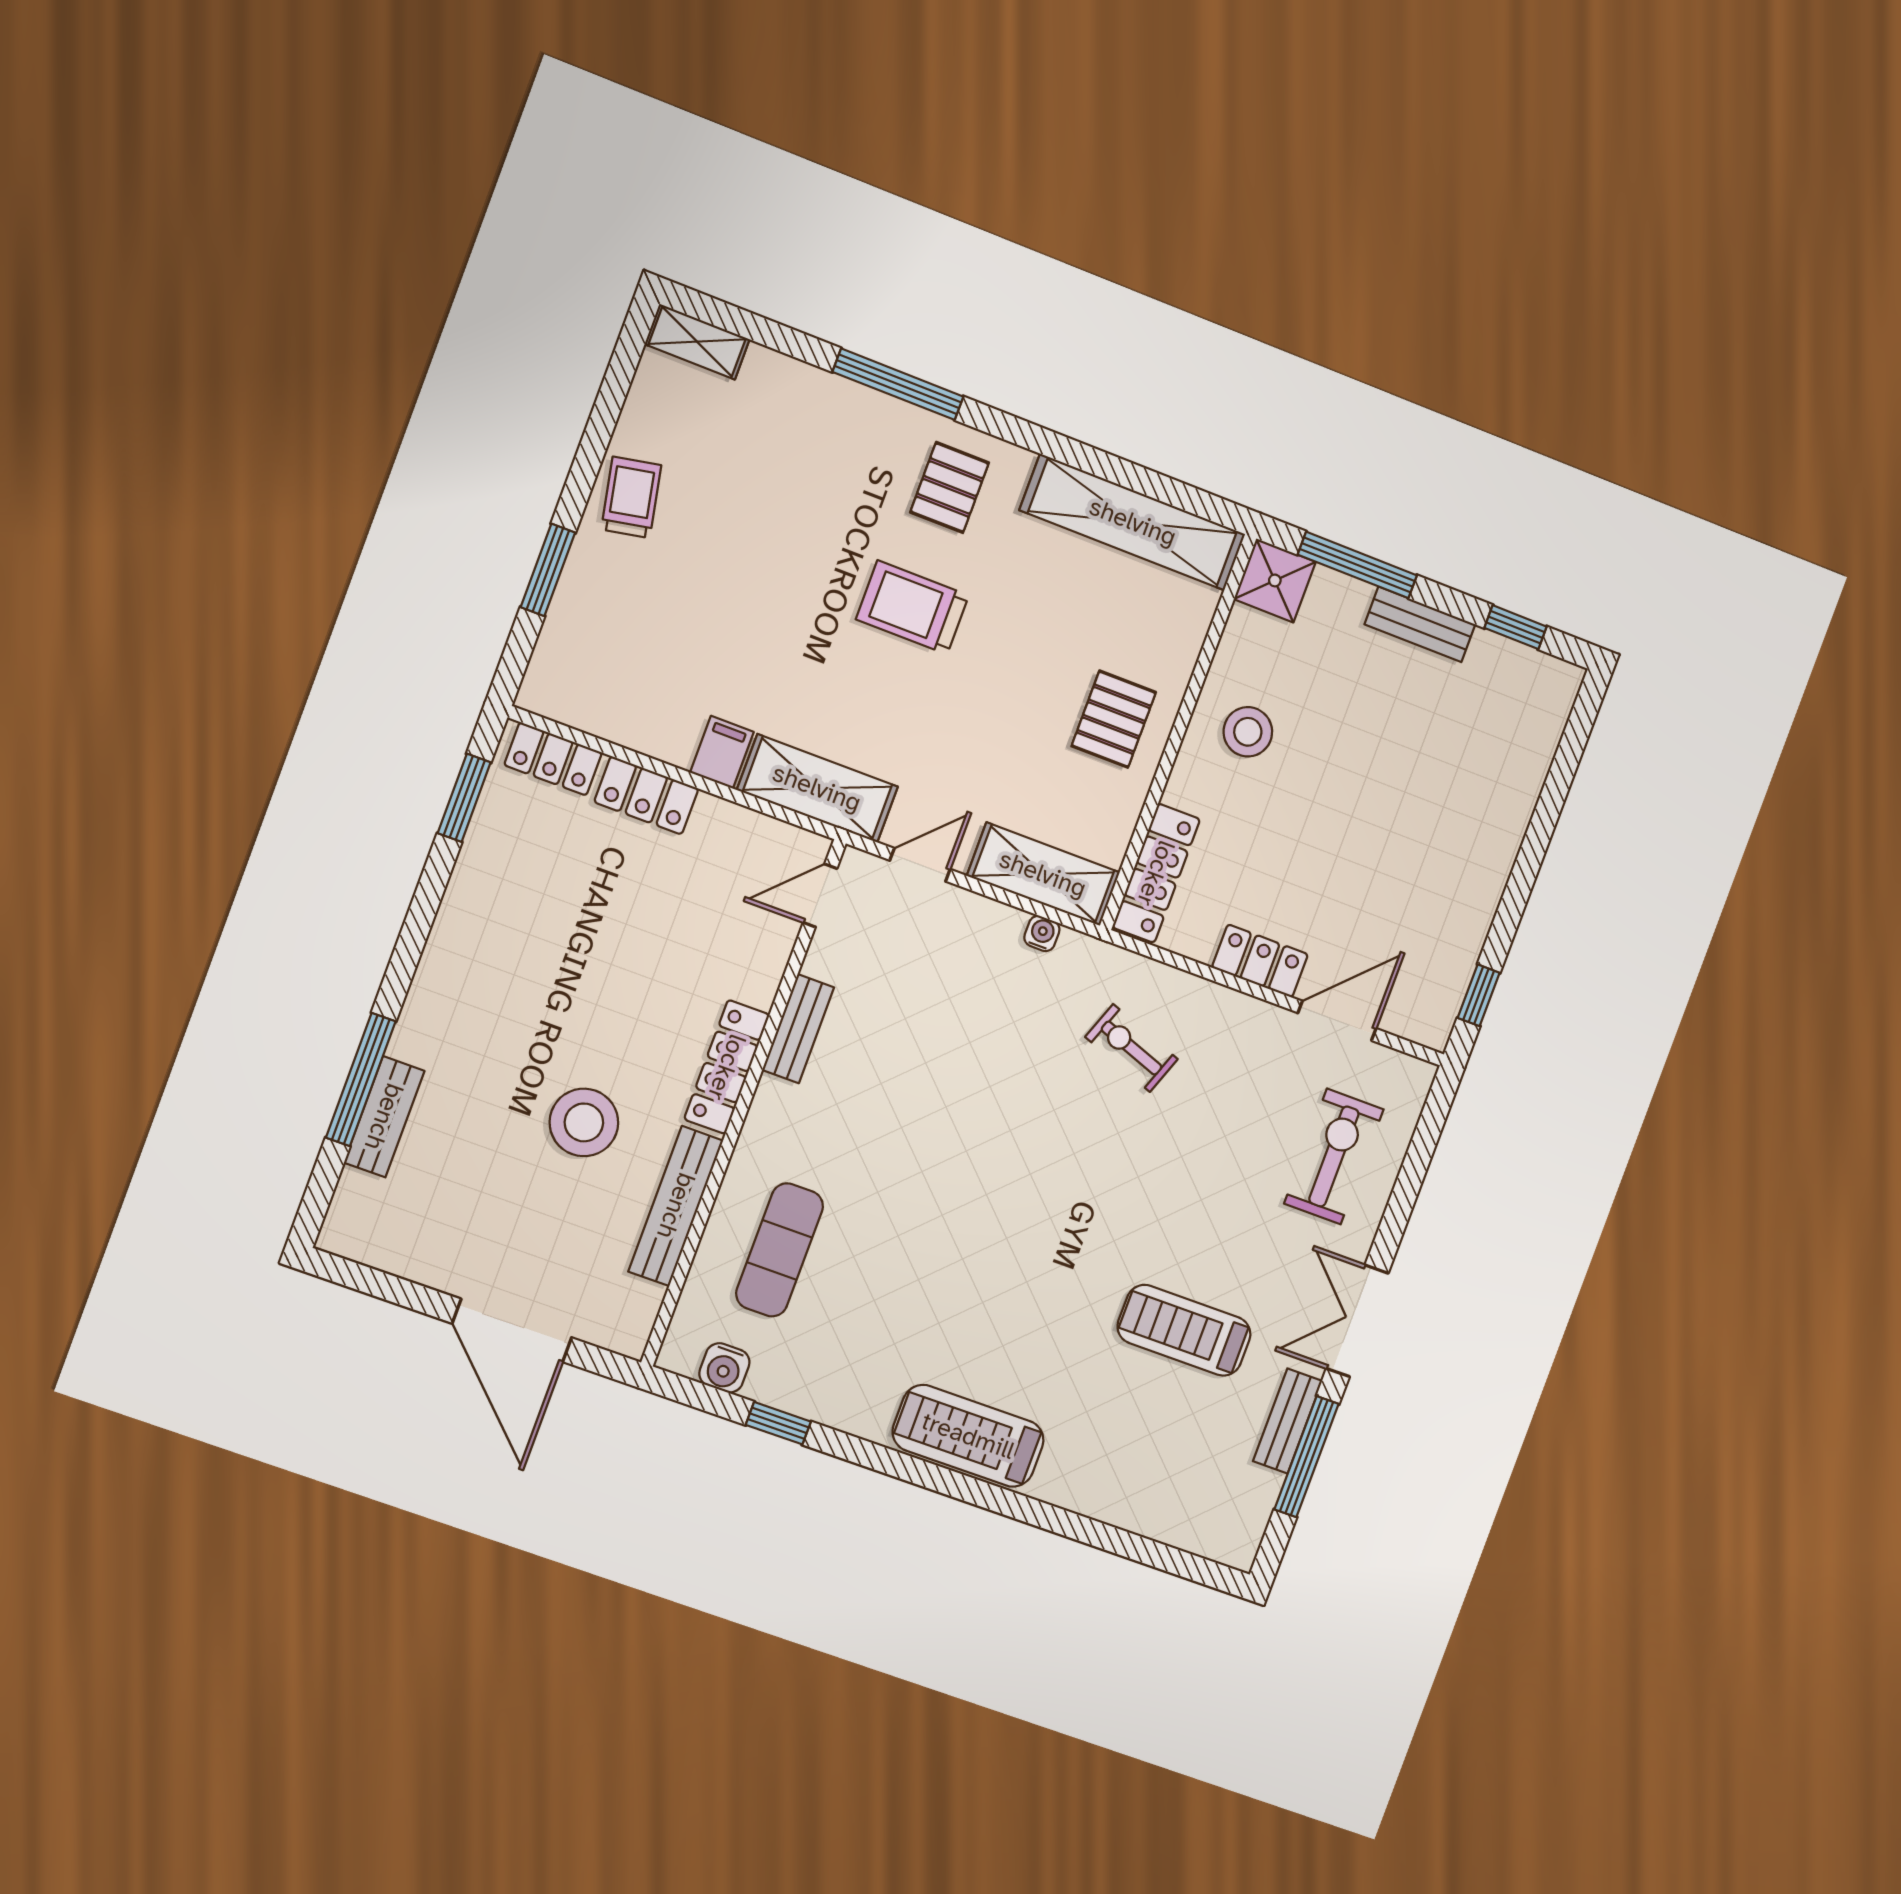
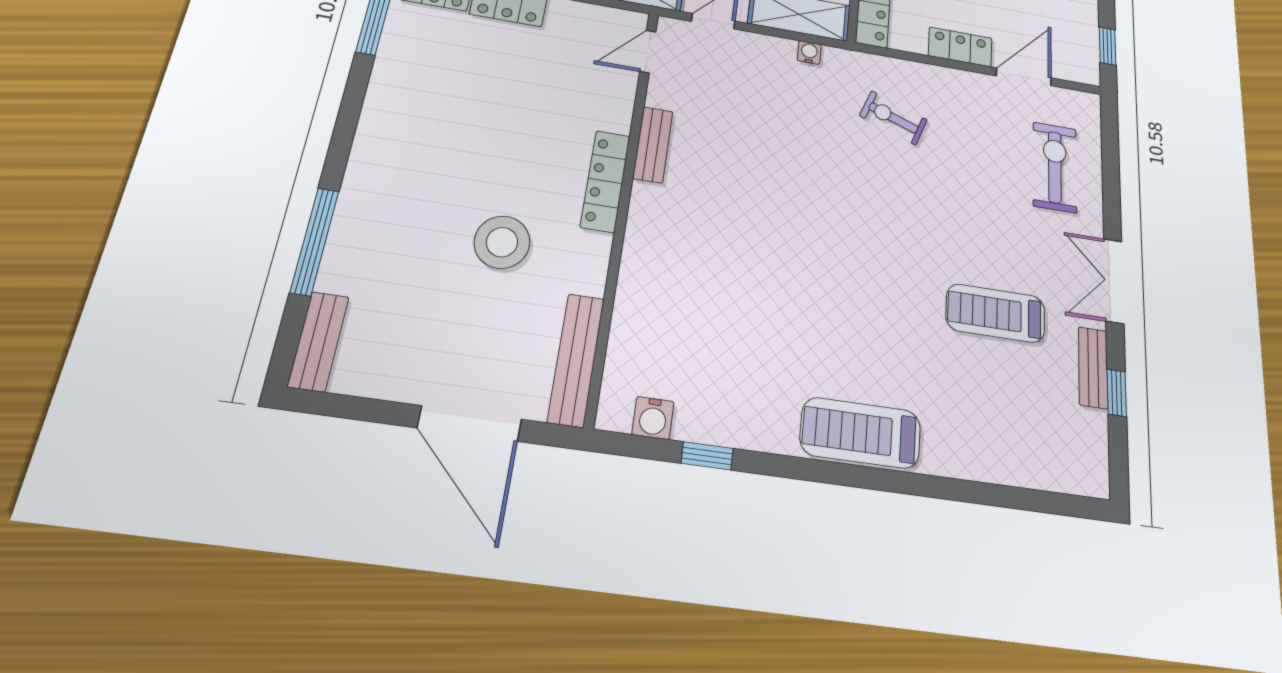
bench: (384, 1117) -> (318, 341), moved
bench: (676, 1206) -> (576, 360), moved
exercise mat: (780, 1250) -> (676, 312), removed
window: (1307, 1457) -> (1117, 393), width x0.46

